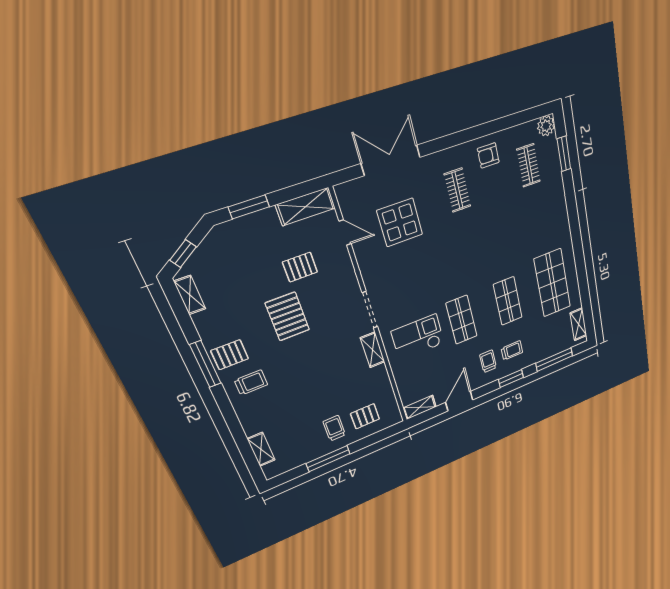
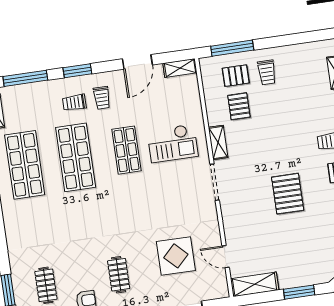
pallet: (300, 267) -> (239, 106), moved, turned 90
shop shelf: (508, 301) -> (76, 157), width x1.43, depth x1.36
window: (328, 459) -> (232, 48), moved

